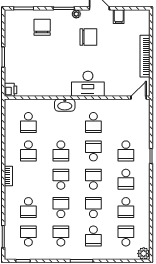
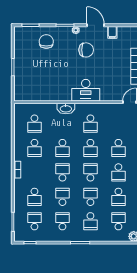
printer: (11, 90) -> (19, 95), removed
school desk: (93, 151) -> (90, 148), turned 180

